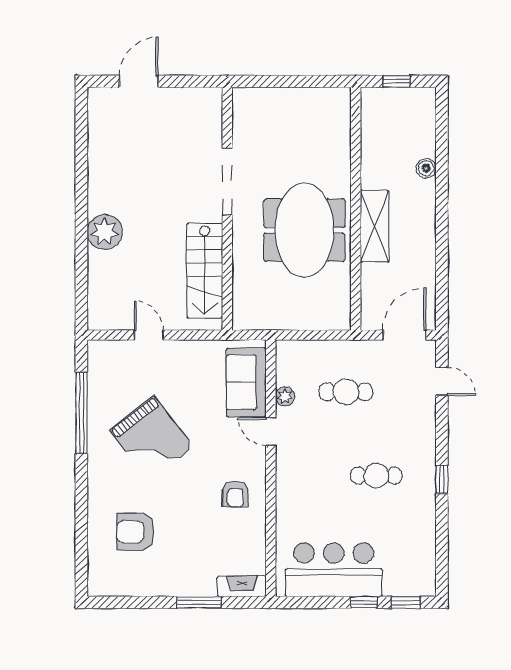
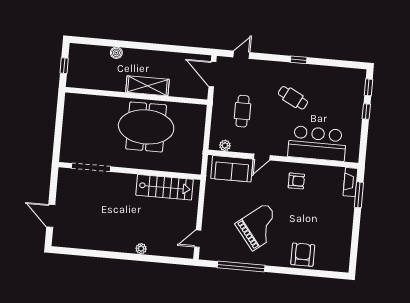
doorway: (227, 182) -> (91, 167), moved
plant: (105, 232) -> (141, 249), width x0.53, depth x0.53
door: (149, 335) -> (198, 239), moved
plant: (285, 396) -> (225, 145), moved
cafe table: (376, 476) -> (293, 98), turned -63
armchair: (135, 532) -> (303, 255), moved, turned 180
bar counter: (334, 570) -> (317, 143), moved, turned 90
window: (199, 602) -> (359, 195), moved

